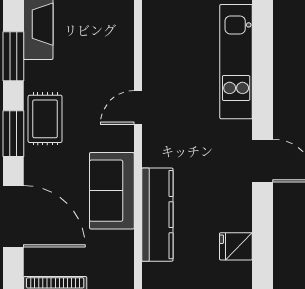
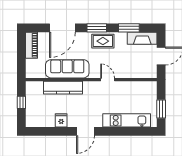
sofa: (112, 191) -> (67, 69), width x1.36
fridge: (236, 246) -> (61, 120), moved

